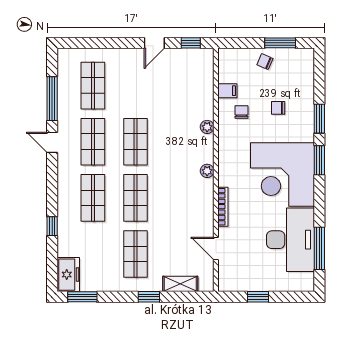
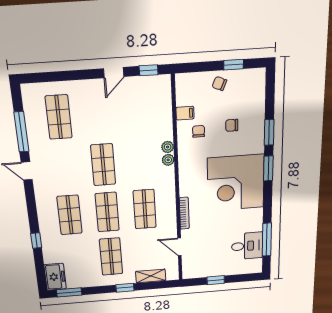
window: (280, 43) -> (234, 65), width x0.67
shop shelf: (93, 142) -> (145, 209), moved
plant: (207, 171) -> (168, 160), moved
desk: (290, 240) -> (247, 246), width x0.53, depth x0.77

